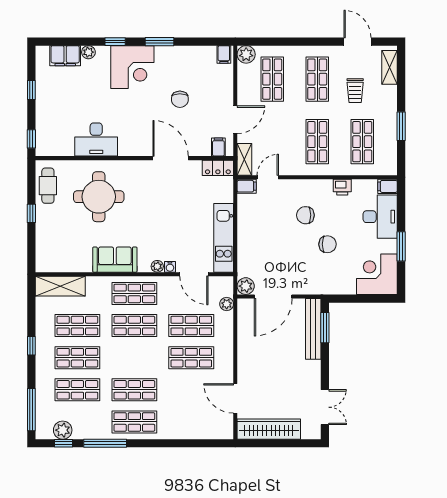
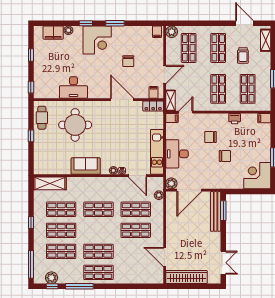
desk: (380, 217) -> (177, 154), moved, turned 180
shop shelf: (134, 293) -> (98, 188), removed

